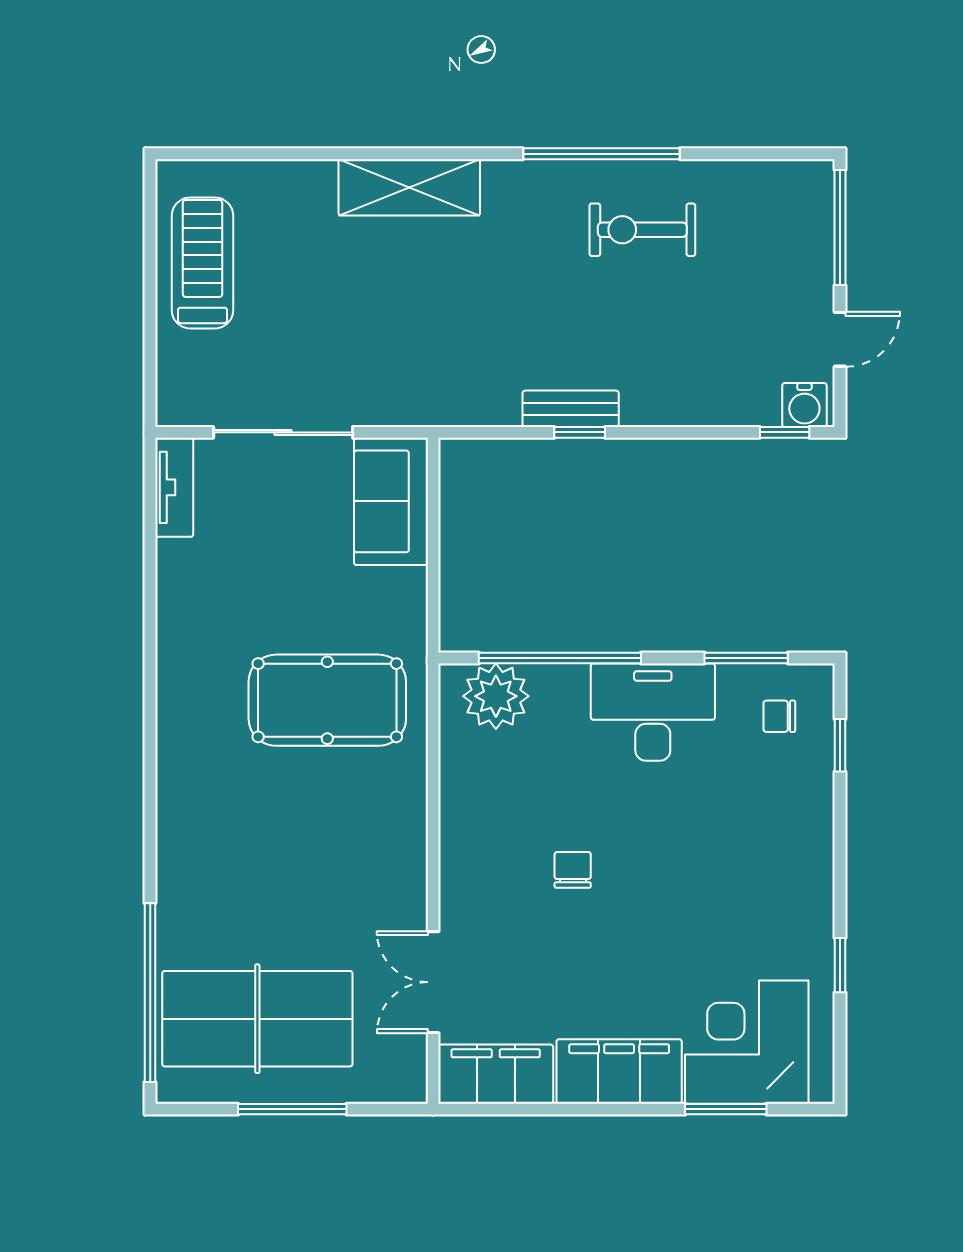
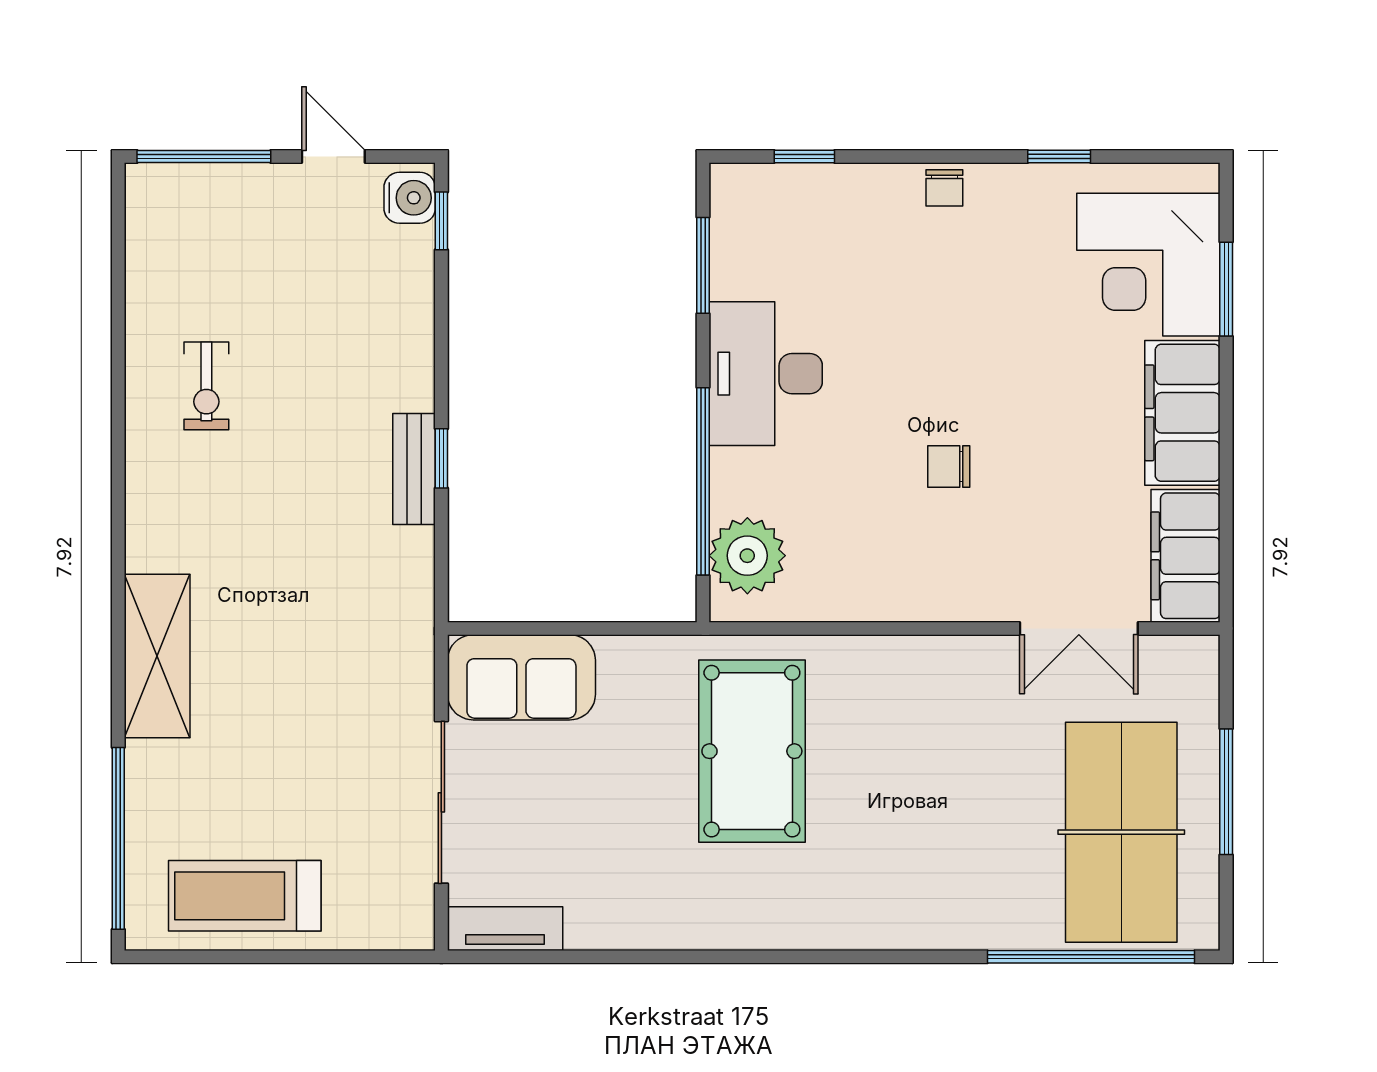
window: (601, 154) -> (118, 838), moved
exercise bike: (642, 230) -> (206, 386), width x0.73, depth x0.72
chair: (779, 716) -> (944, 188), moved

